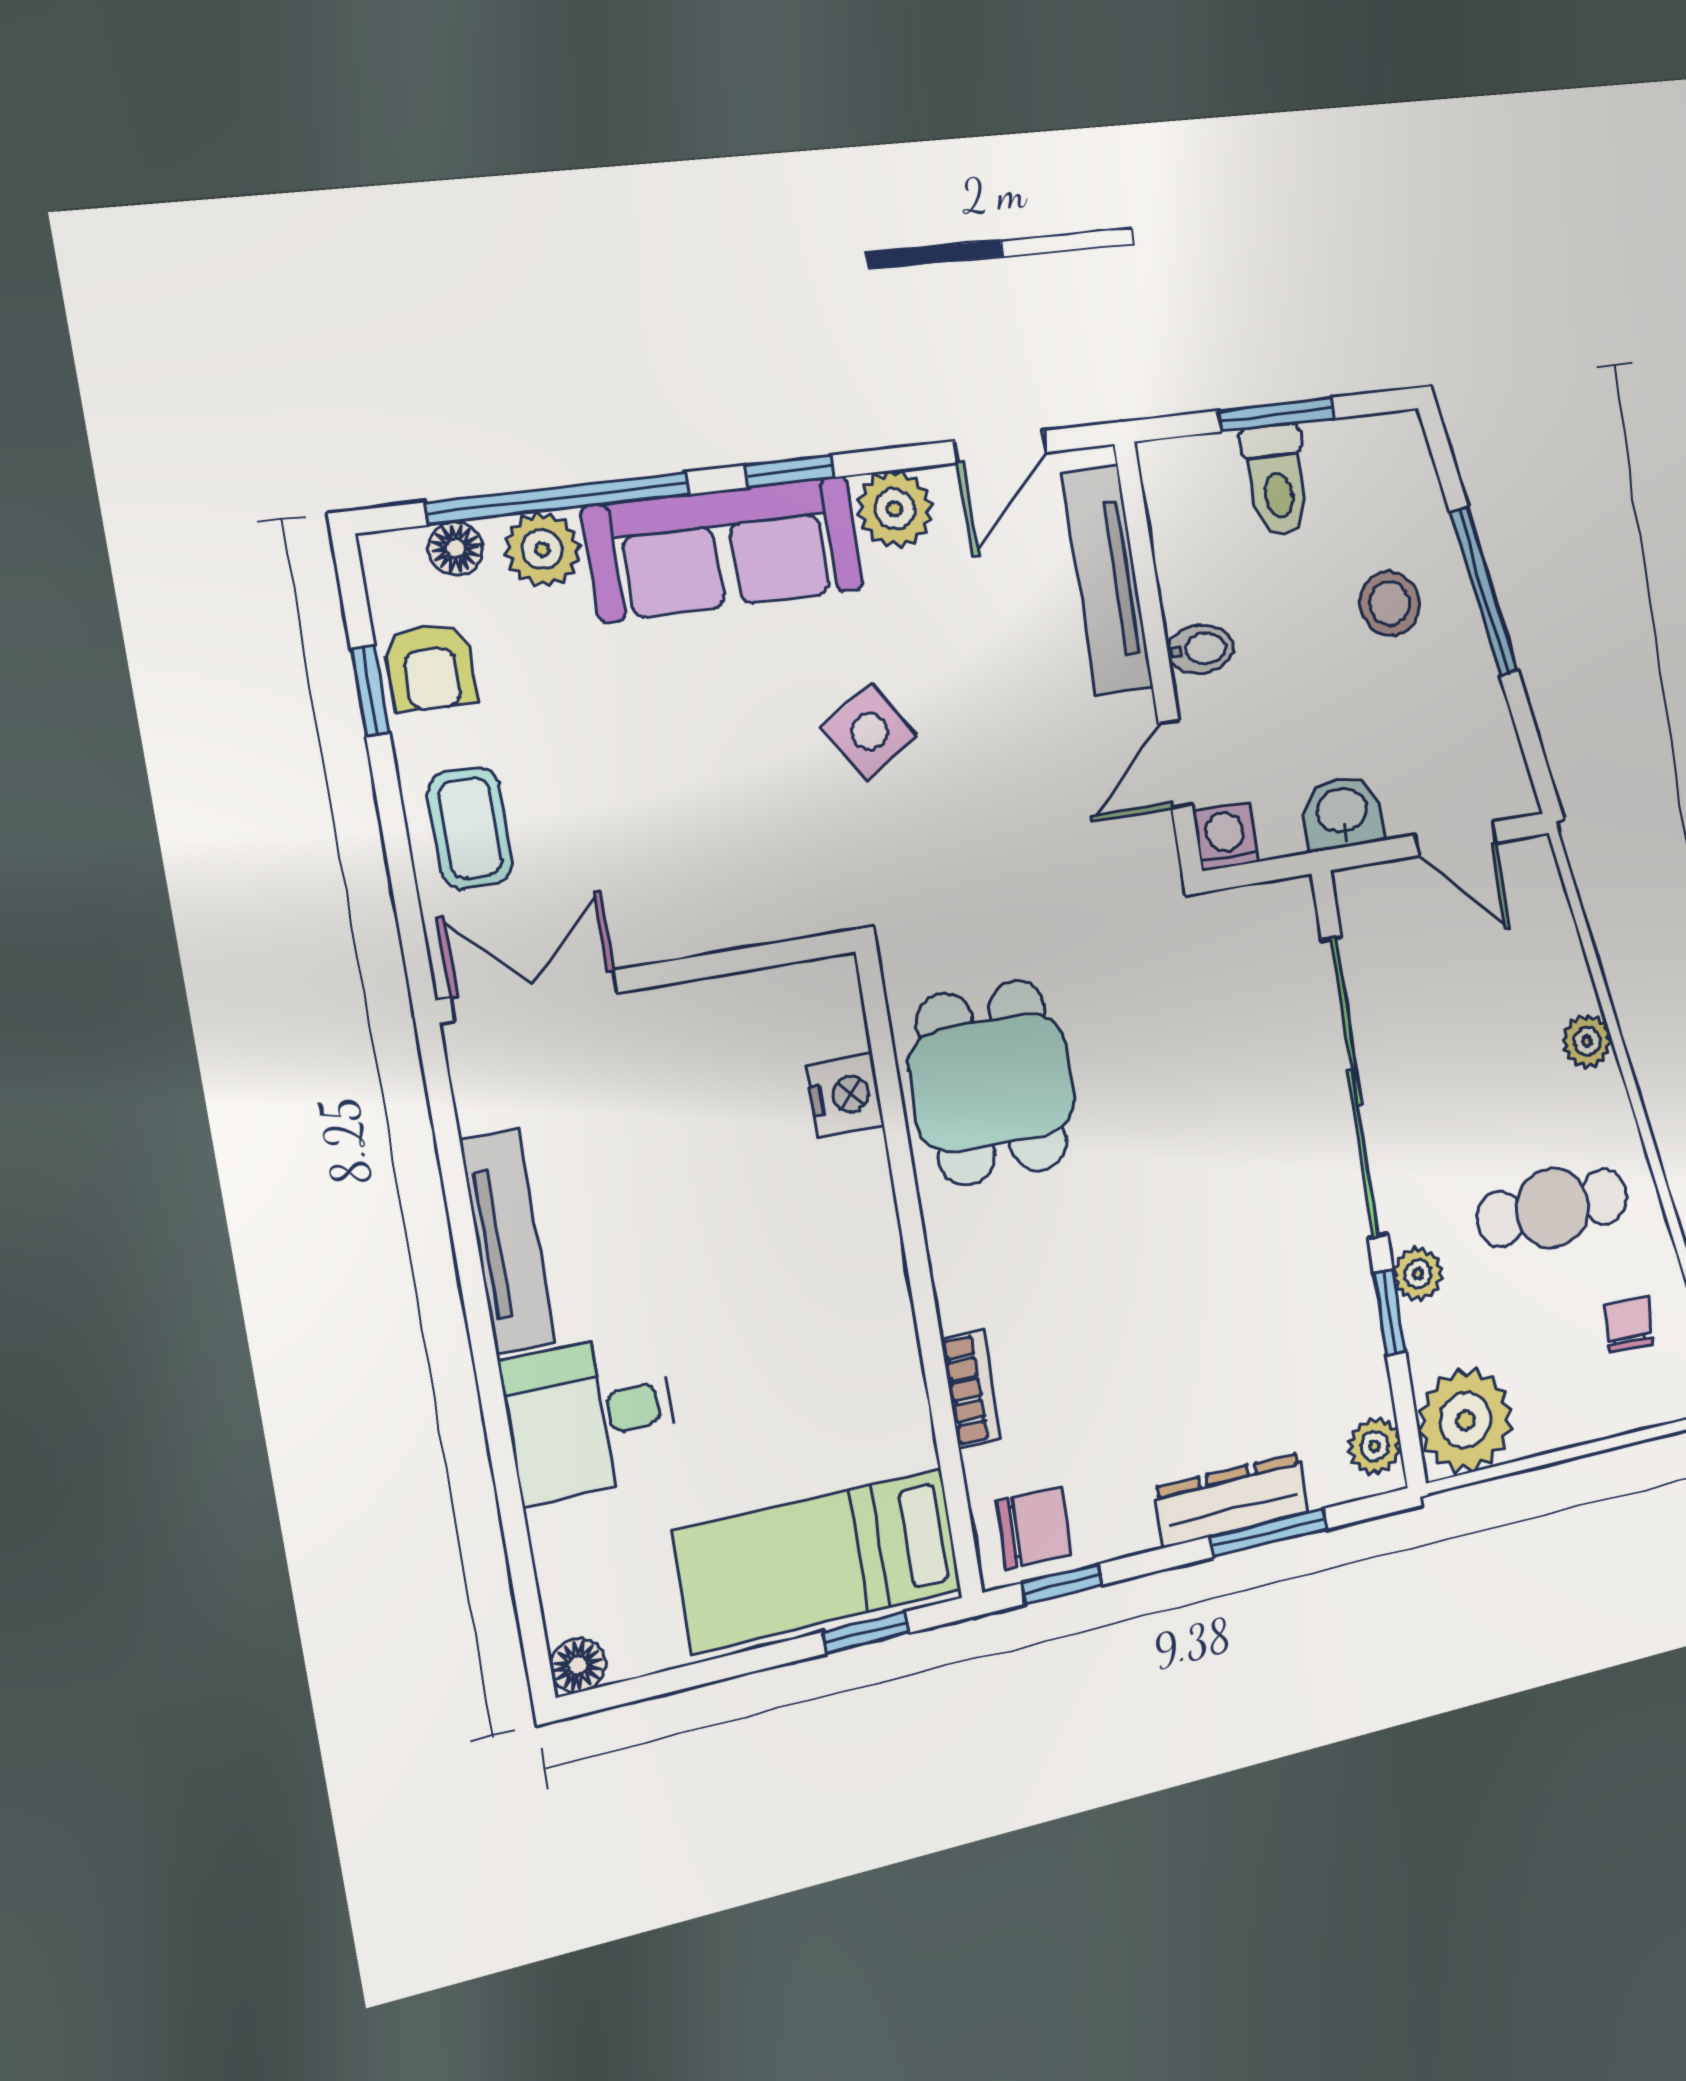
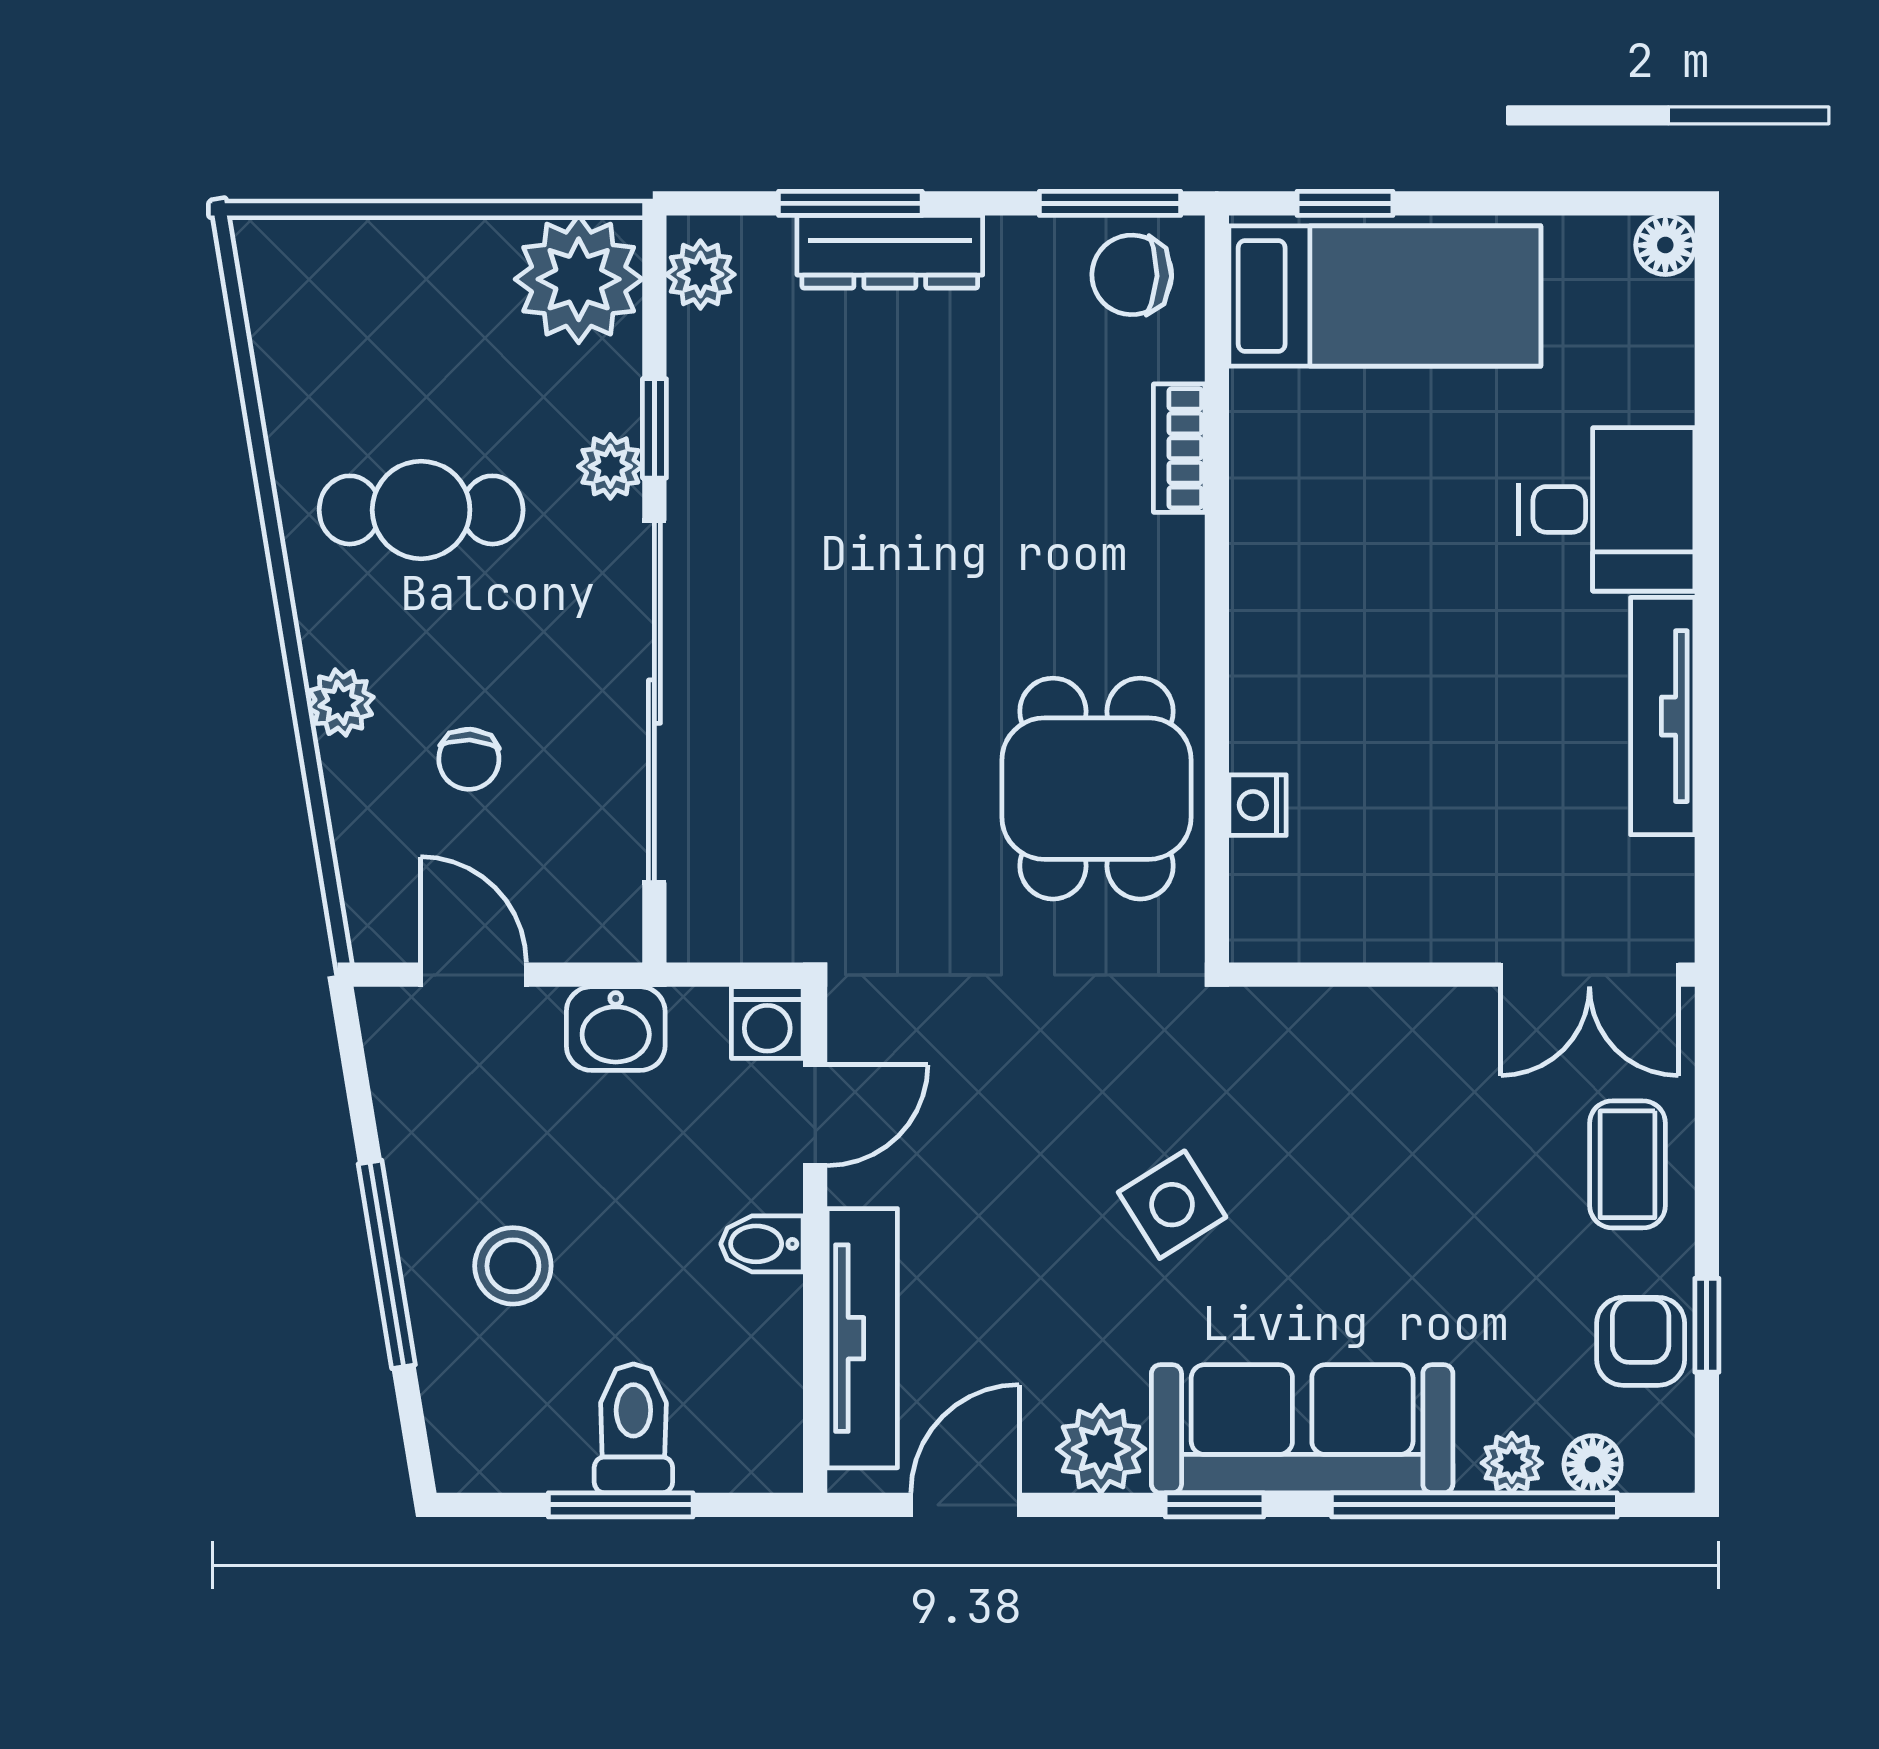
plant: (543, 550) -> (1512, 1463), width x0.73, depth x0.73
nightstand: (845, 1095) -> (1258, 805), width x0.72, depth x0.74
chair: (1629, 1324) -> (469, 759), moved
window: (1062, 1584) -> (1110, 203), width x1.50

